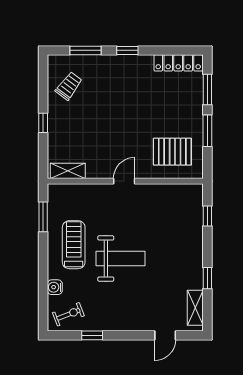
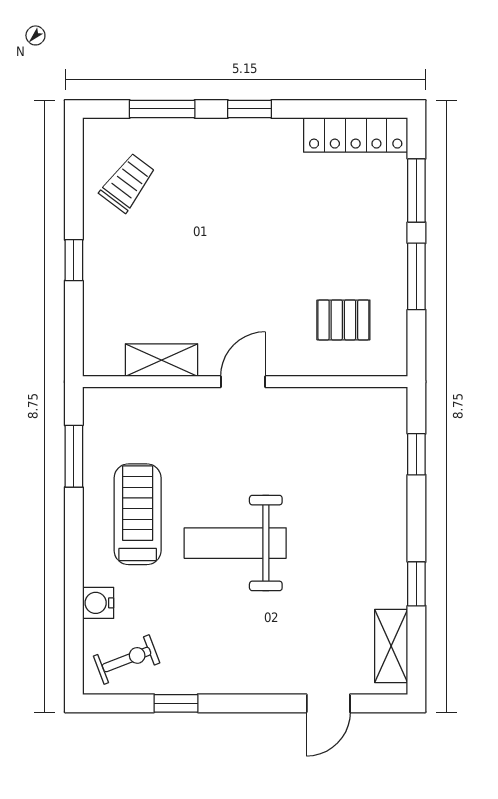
pallet: (172, 152) -> (343, 320), width x0.67, depth x0.71
shelving: (68, 171) -> (161, 360), moved
weight bench: (120, 258) -> (235, 543), turned 180

